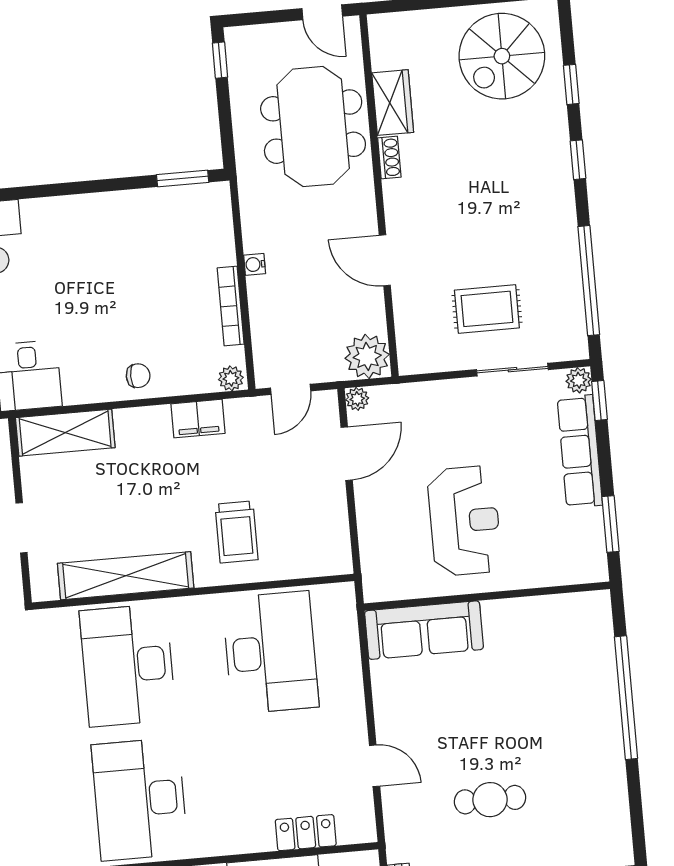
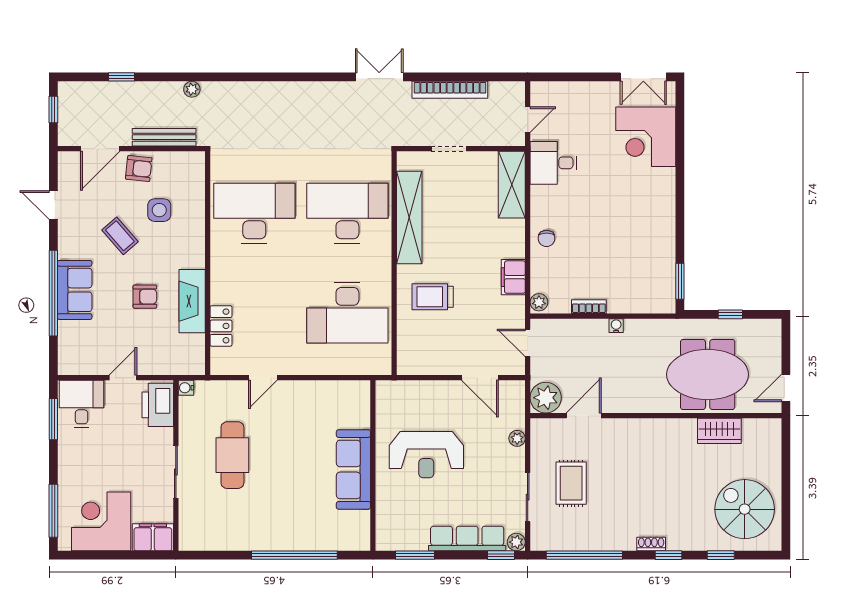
window: (220, 60) -> (730, 314), moved
shoe rack: (389, 158) -> (651, 544), moved, turned 180
door: (385, 260) -> (584, 416), moved
bookcase: (231, 306) -> (589, 307), width x0.64
plant: (357, 399) -> (517, 438), moved
sofa: (424, 630) -> (353, 469), moved
cafe table: (490, 800) -> (232, 455), width x1.37, depth x1.35

